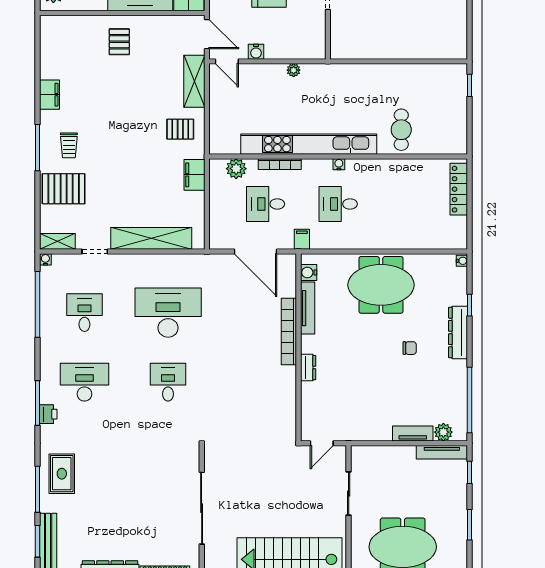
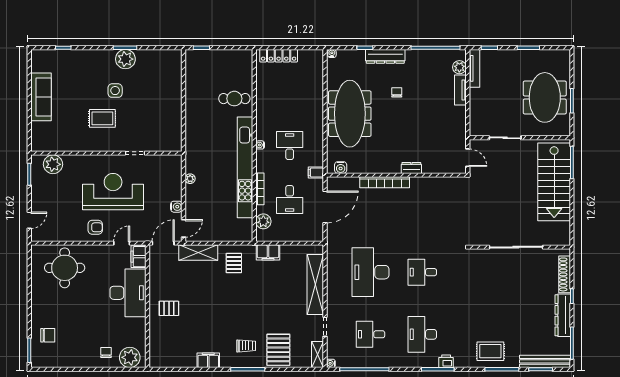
desk: (338, 204) -> (290, 145), turned 180
meeting table: (381, 285) -> (350, 114), width x1.36
tv unit: (308, 308) -> (367, 168), removed

